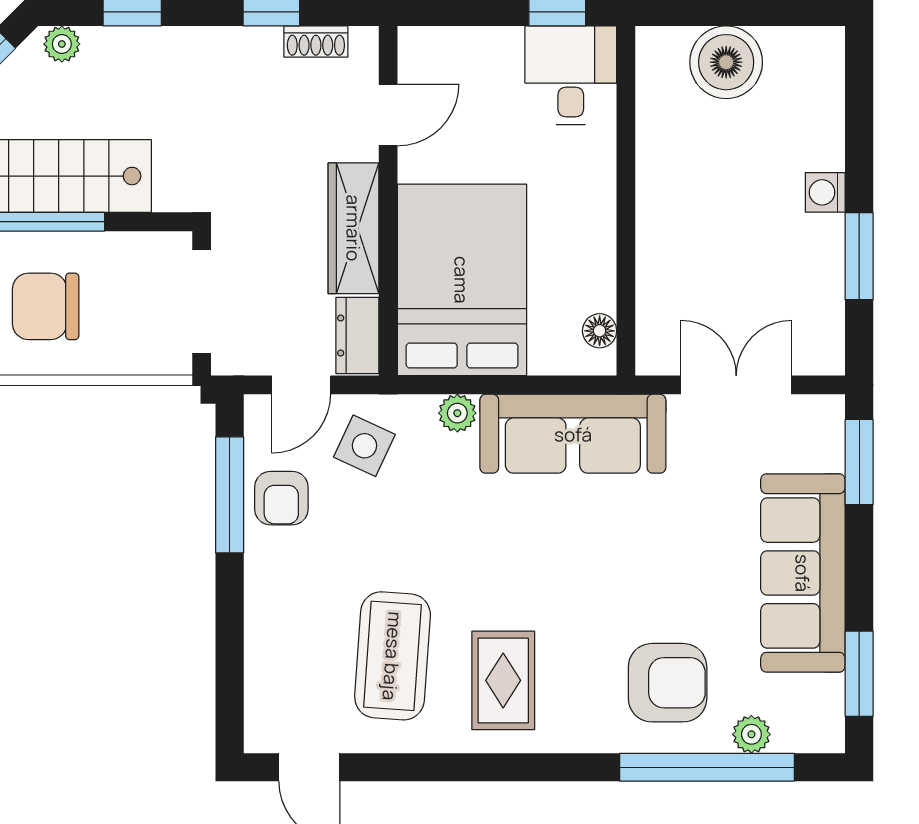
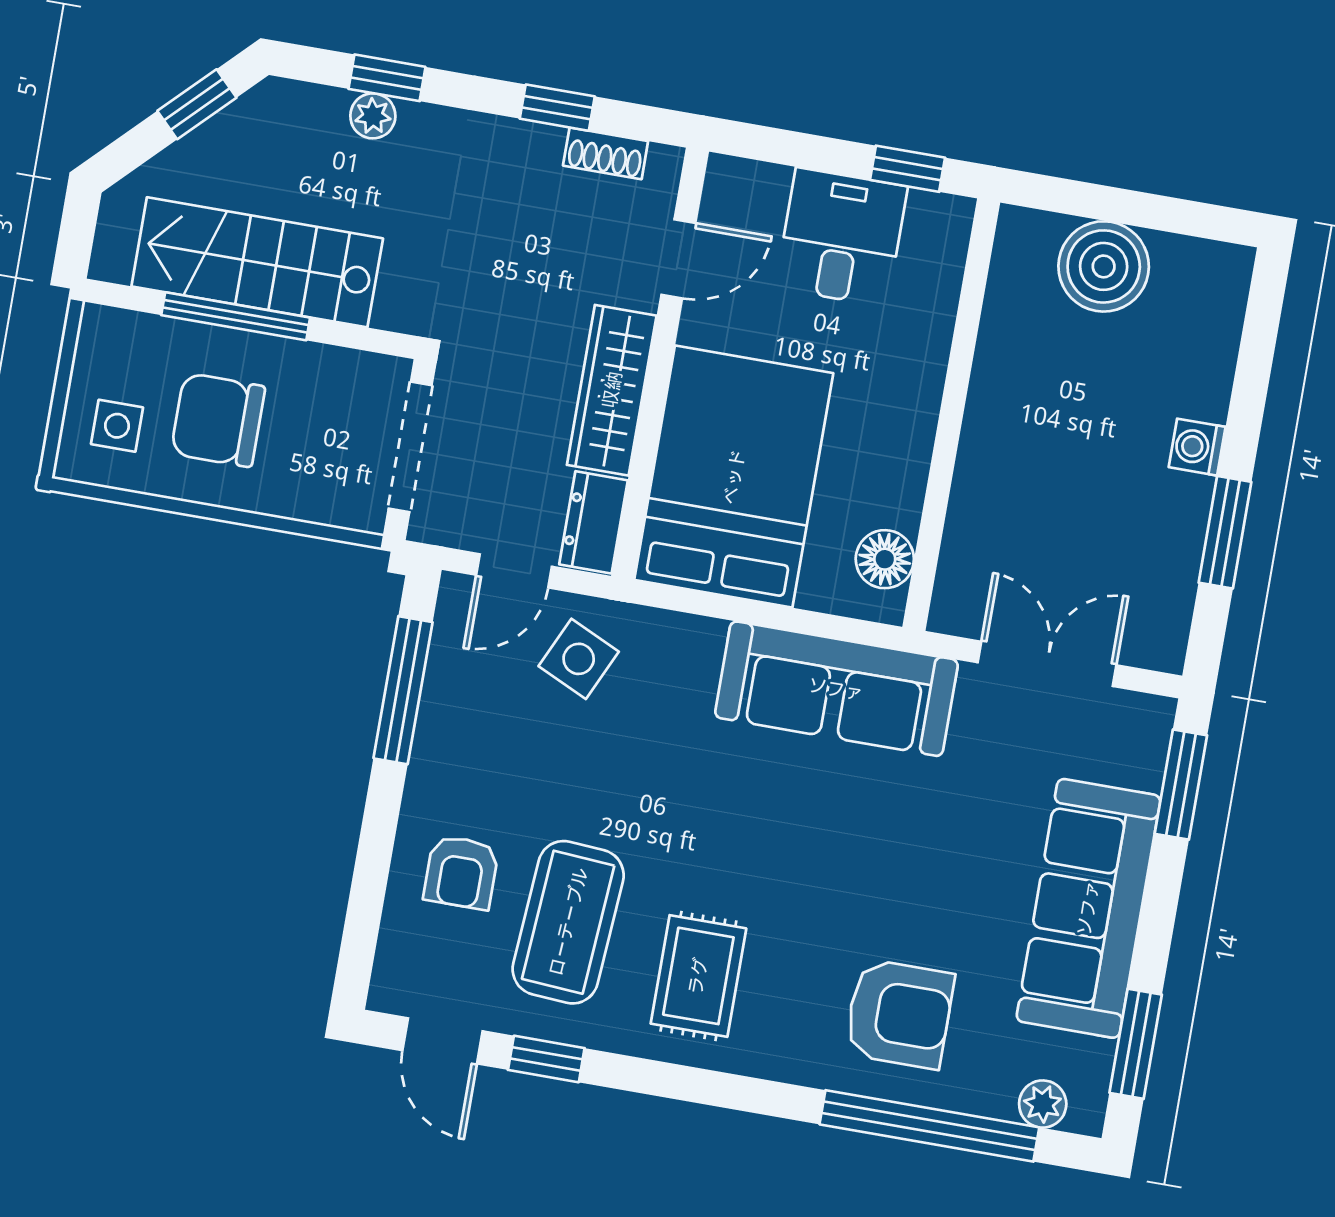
plant: (62, 44) -> (373, 116), moved
desk: (571, 75) -> (841, 237), moved
floor lamp: (600, 331) -> (885, 559), width x1.37, depth x1.37
plant: (457, 413) -> (699, 639), removed
armchair: (281, 498) -> (461, 872), moved
plant: (751, 734) -> (1043, 1104), moved
window: (394, 767) -> (546, 1059), added

